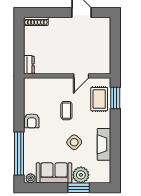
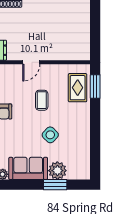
door: (81, 76) -> (31, 62), moved
fireplace: (104, 144) -> (83, 137), removed

